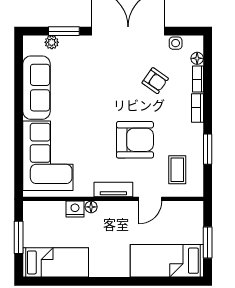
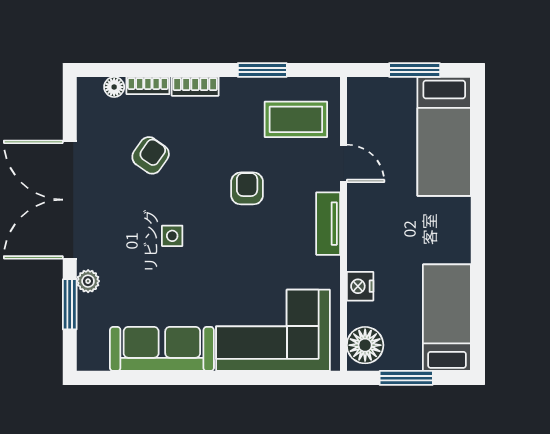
plant: (52, 42) -> (88, 281), moved
side table: (176, 43) -> (172, 236), moved
armchair: (135, 140) -> (247, 188), width x0.53, depth x0.53
coffee table: (177, 170) -> (296, 119), width x1.36, depth x1.30
floor lamp: (91, 207) -> (365, 345), moved, width x1.89, depth x1.89

